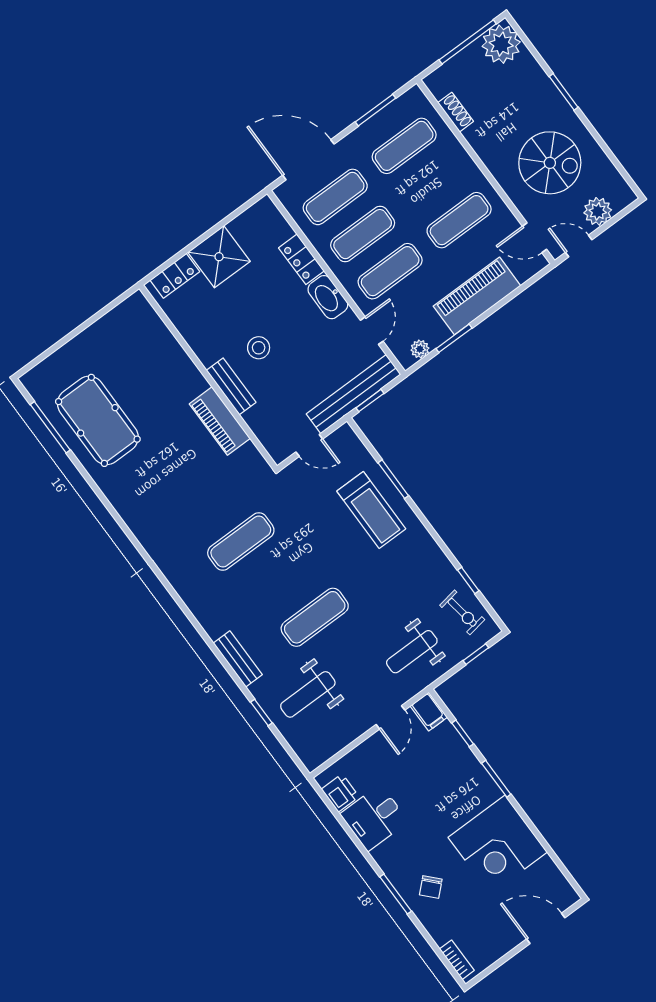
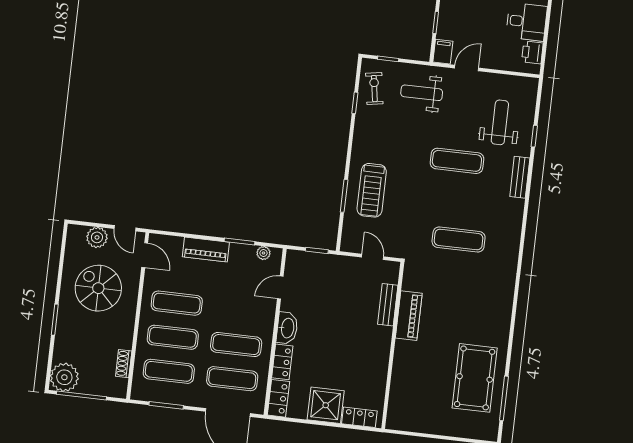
locker: (272, 220) -> (278, 398), added
exercise mat: (390, 271) -> (173, 337), moved
piano: (477, 296) -> (206, 250), width x0.73, depth x0.75
stool: (259, 348) -> (350, 336), removed
bench: (231, 386) -> (388, 305), moved
bench: (354, 394) -> (322, 262), removed
treadmill: (371, 510) -> (372, 190), turned 180
weight bench: (412, 652) -> (422, 93), turned 180
weight bench: (308, 694) -> (500, 122), turned -90

